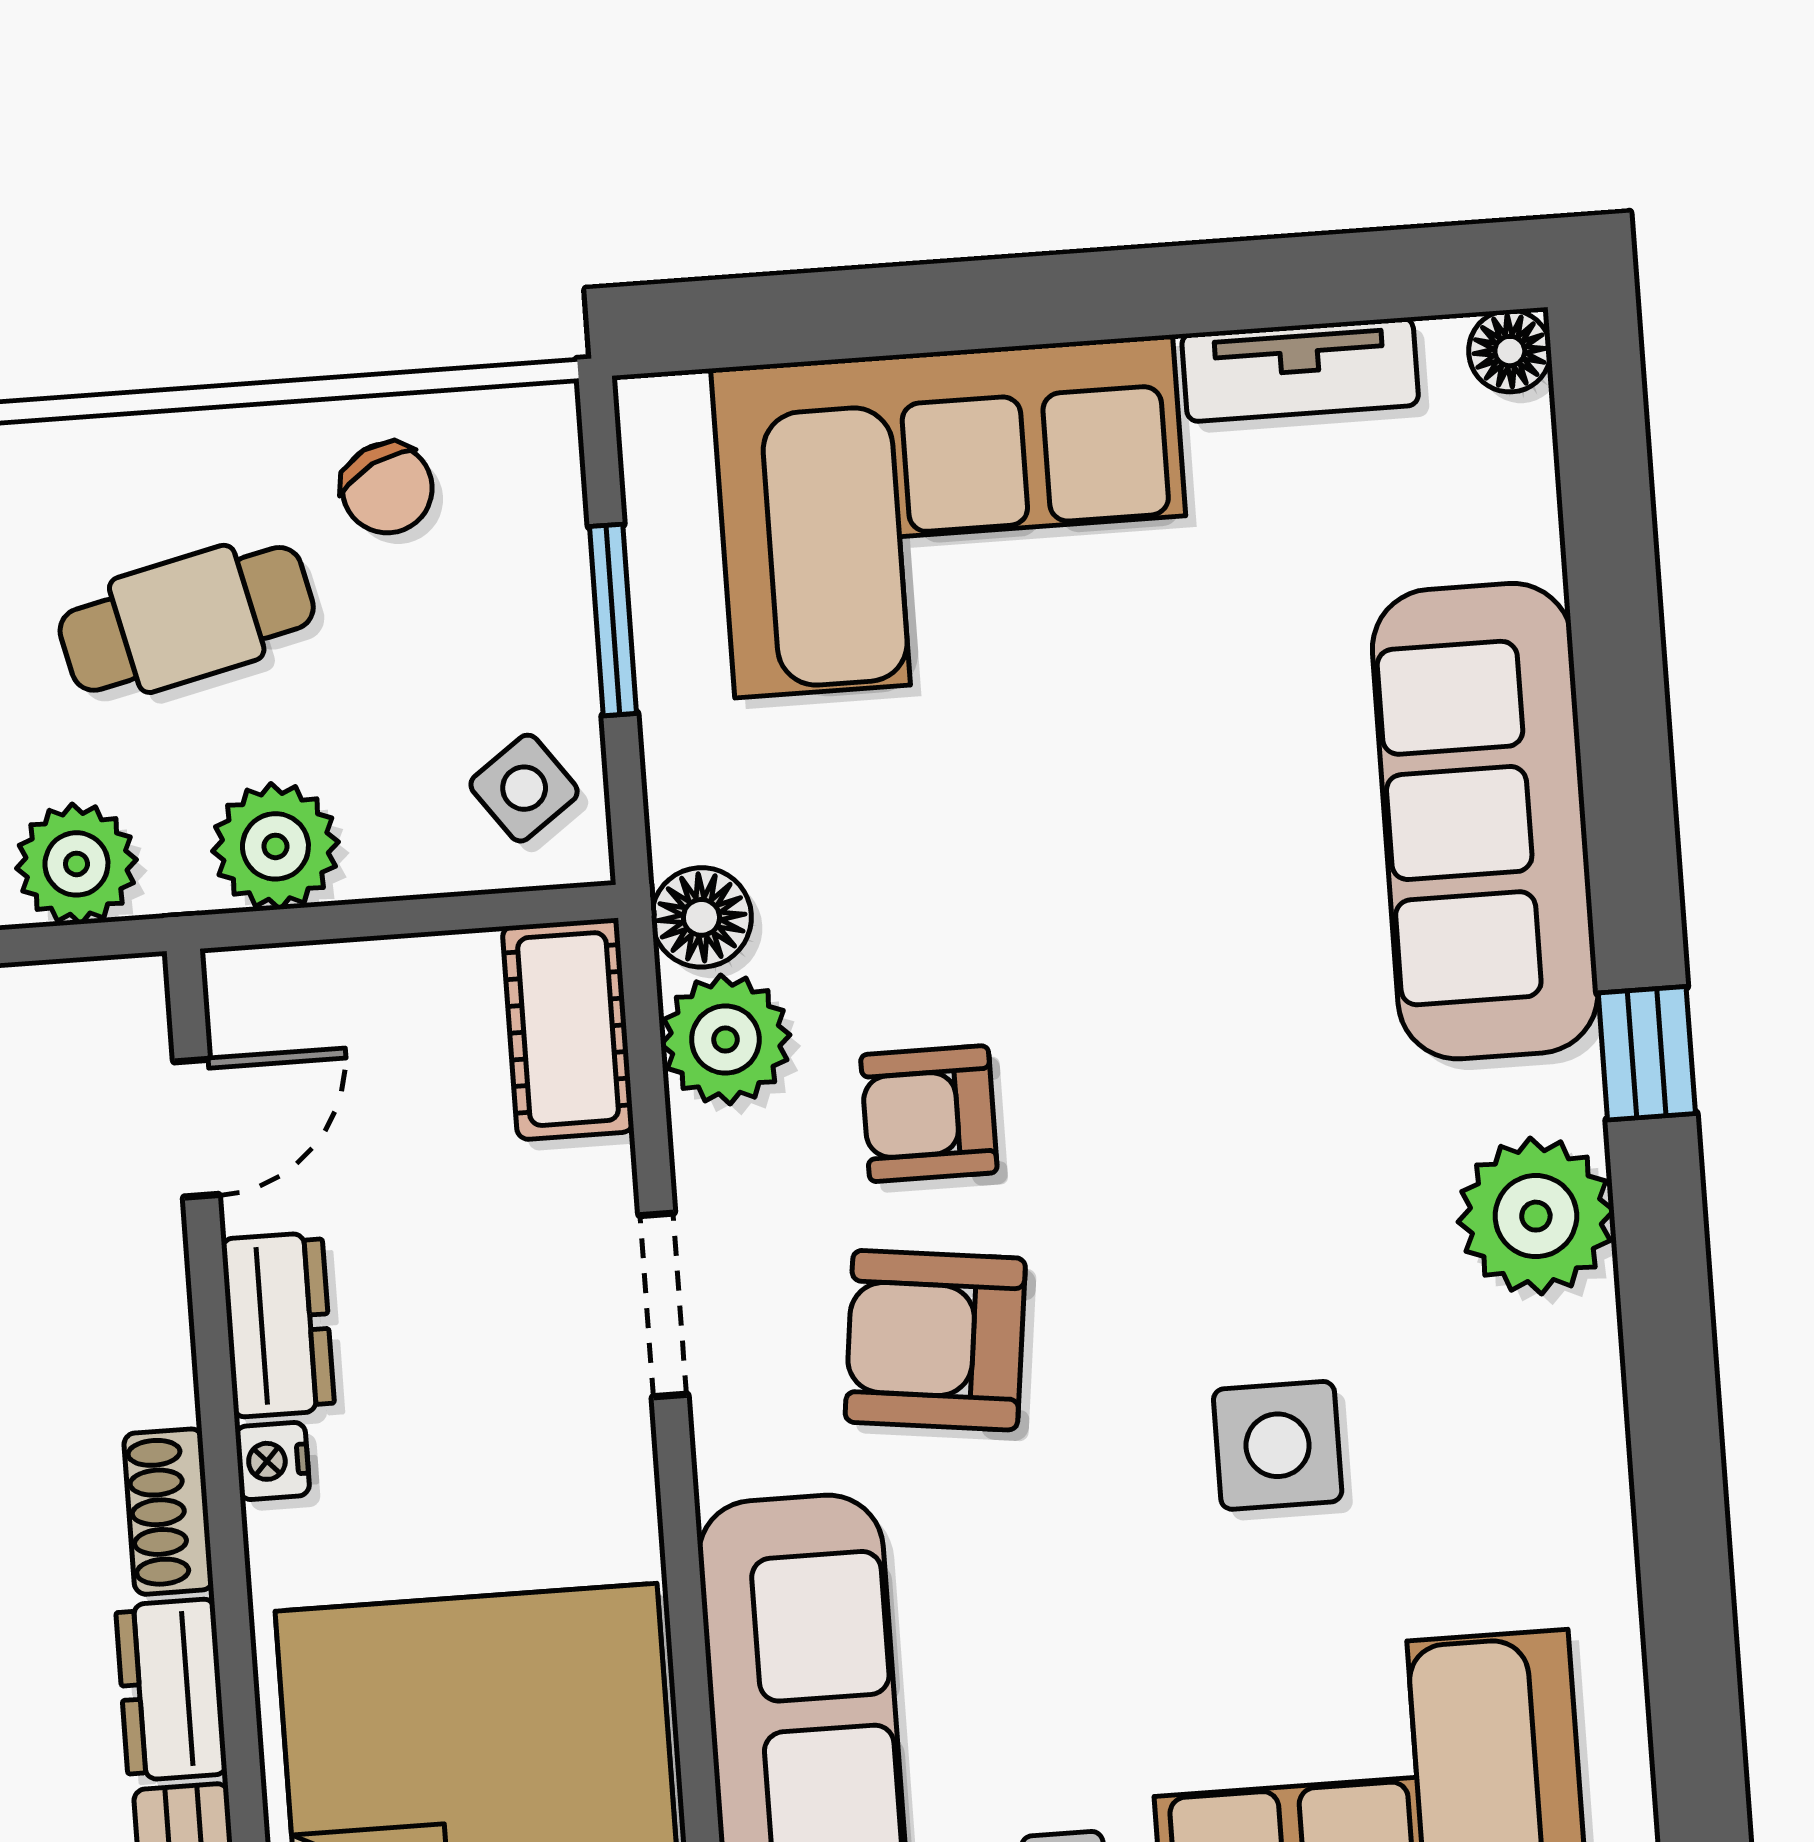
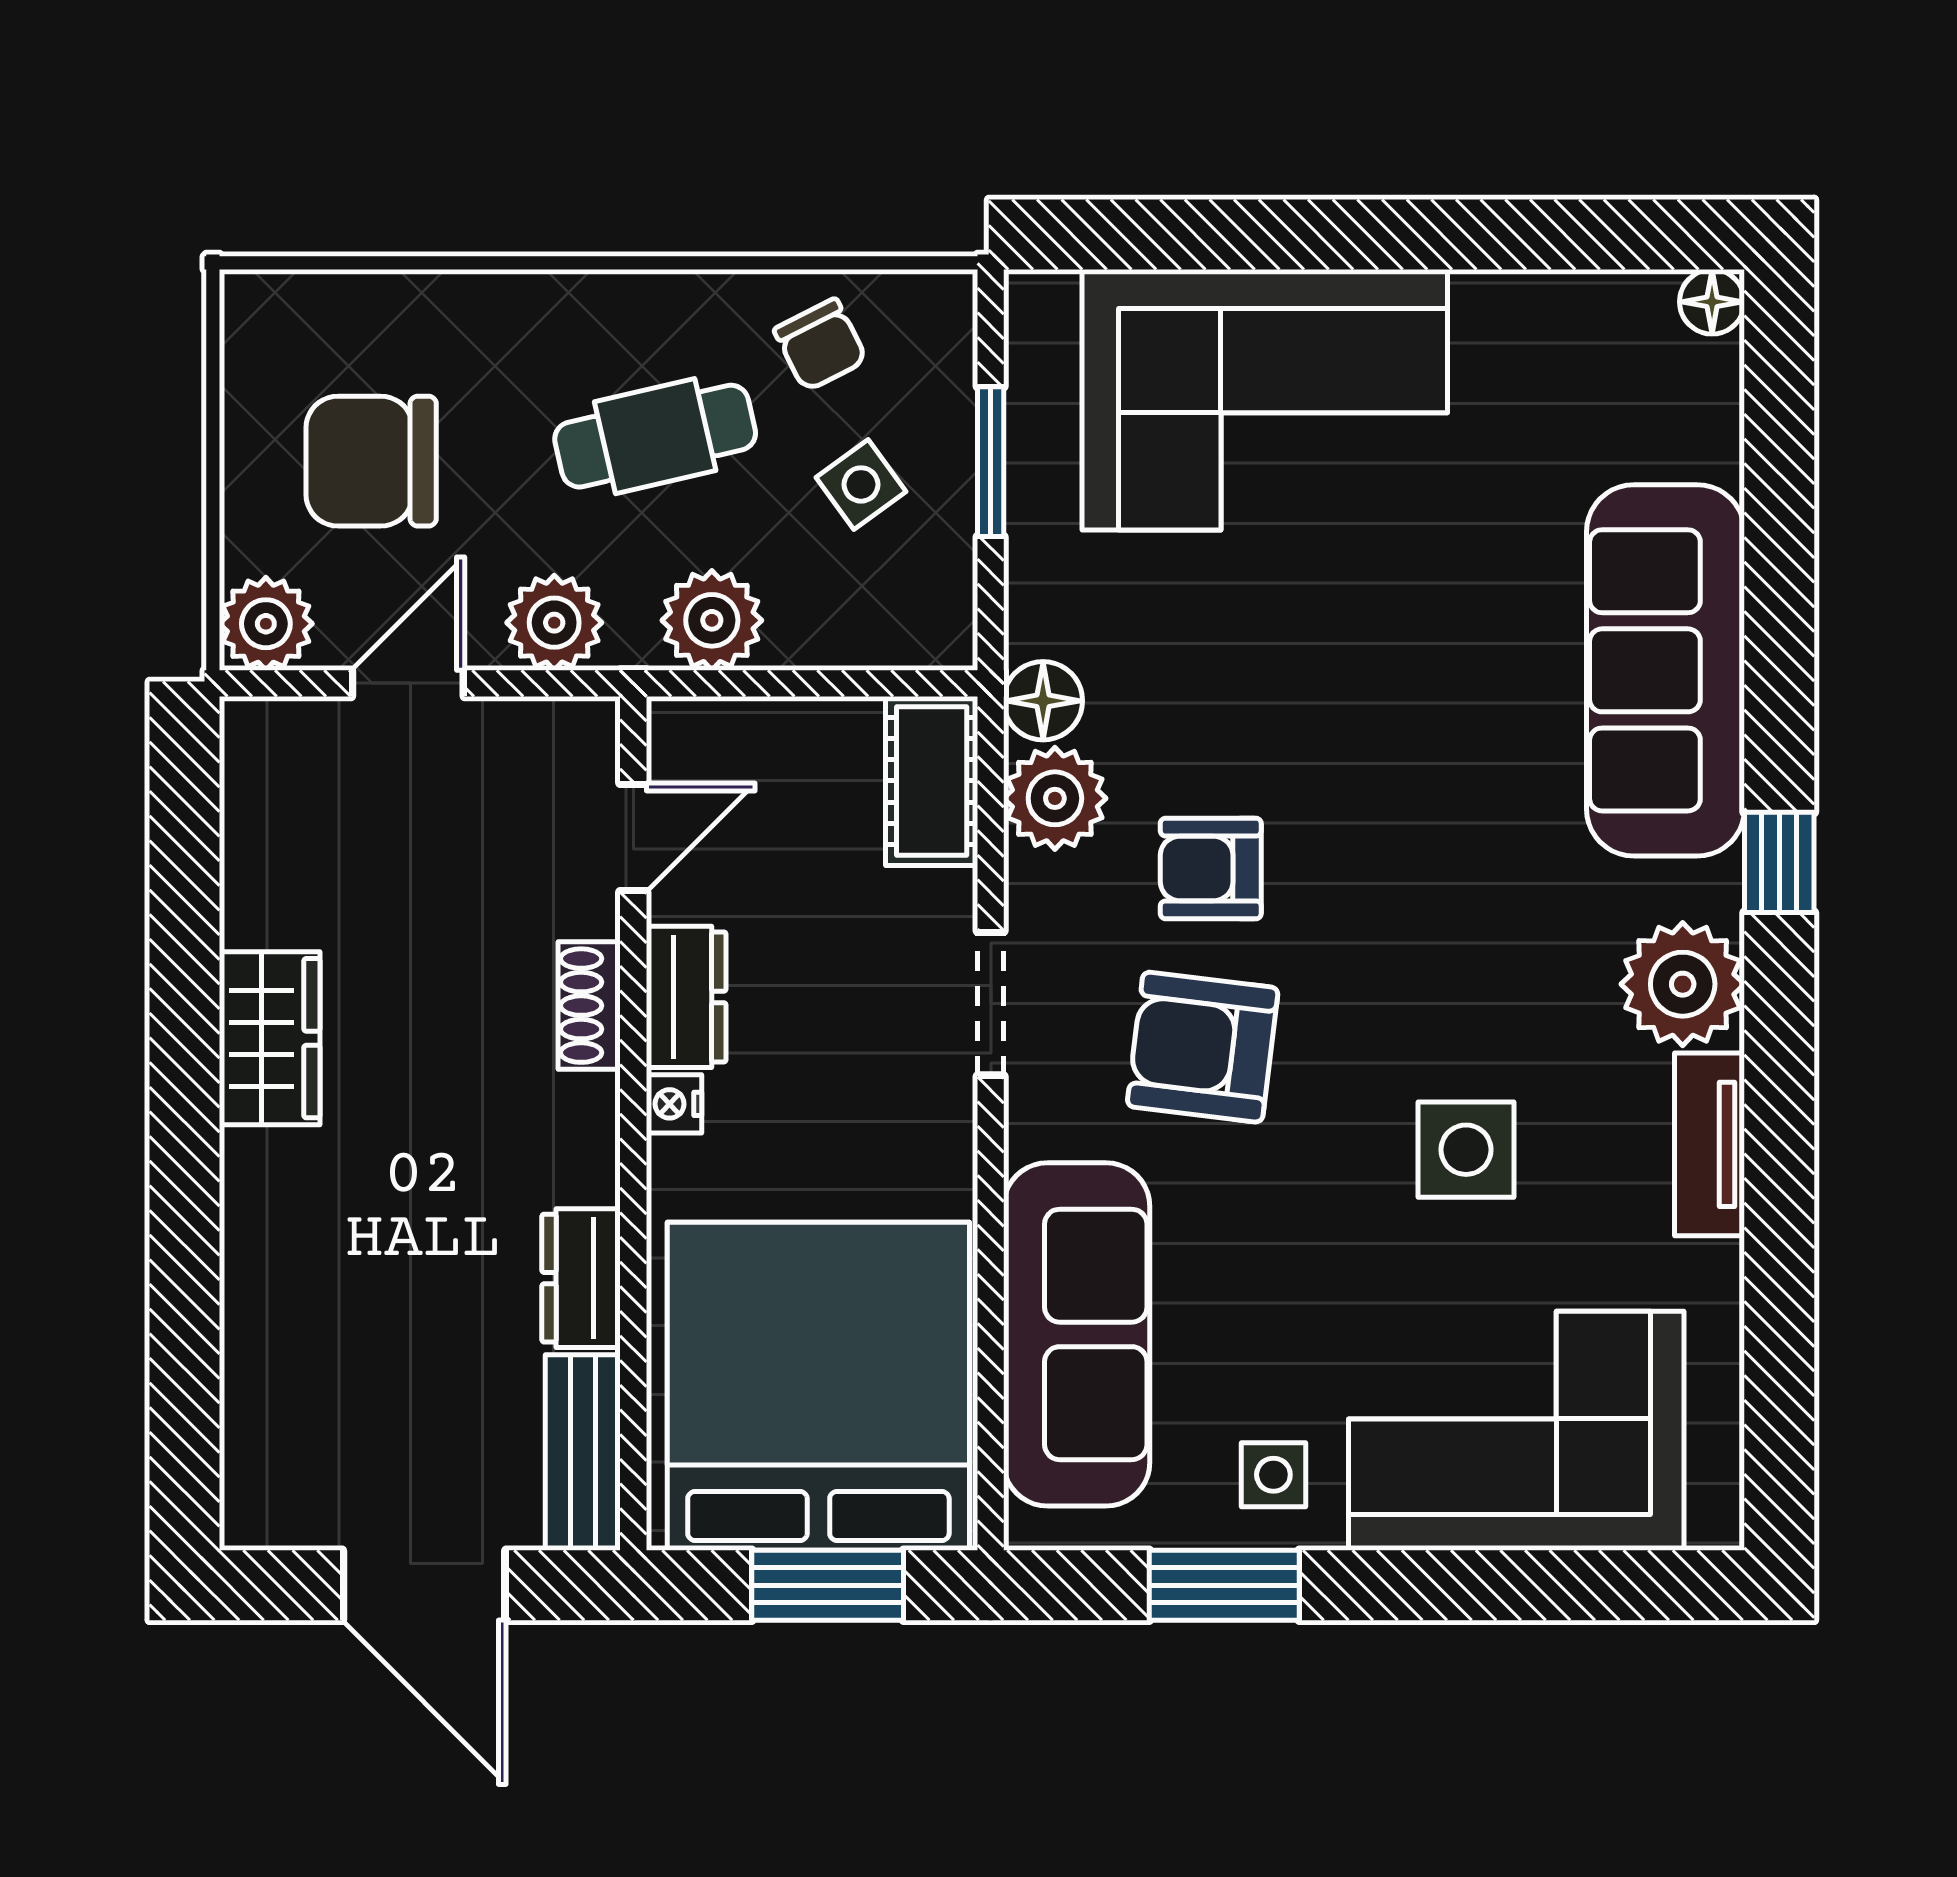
tv unit: (1300, 370) -> (1710, 1144), moved, turned 90
side table: (524, 788) -> (861, 484), moved
shoe rack: (169, 1512) -> (589, 1006), moved

